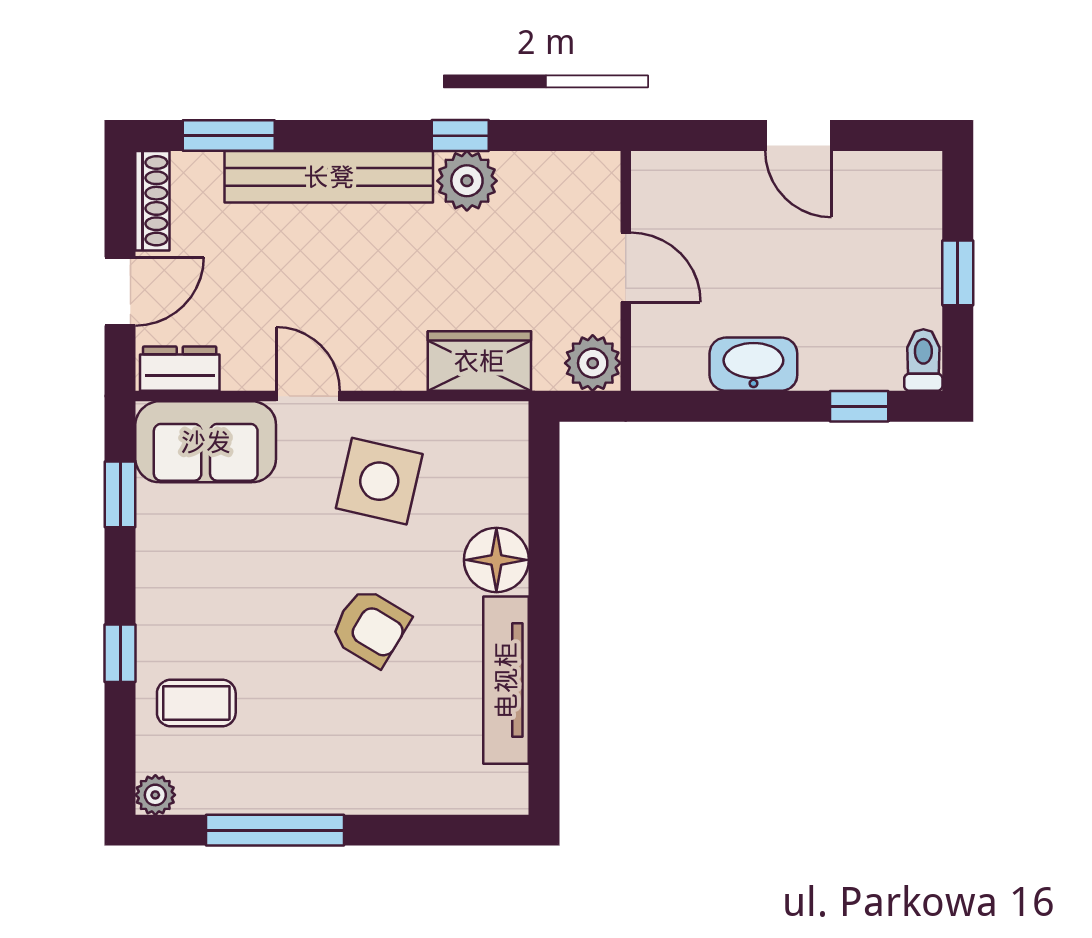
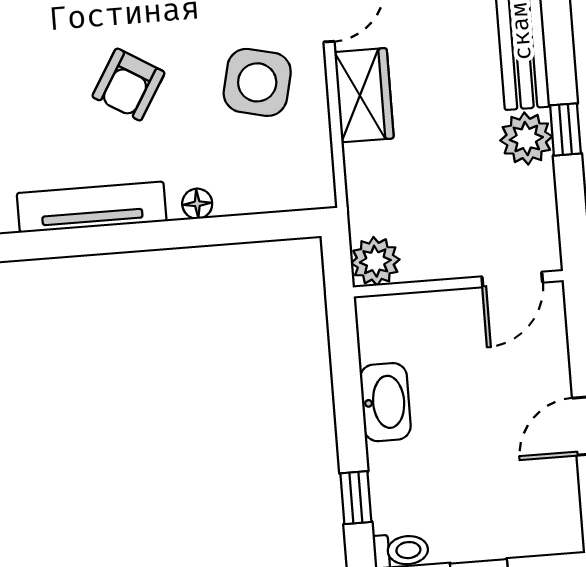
door: (626, 267) -> (512, 280), moved
wardrobe: (479, 361) -> (364, 95), moved
floor lamp: (496, 560) -> (197, 204), width x0.53, depth x0.53

